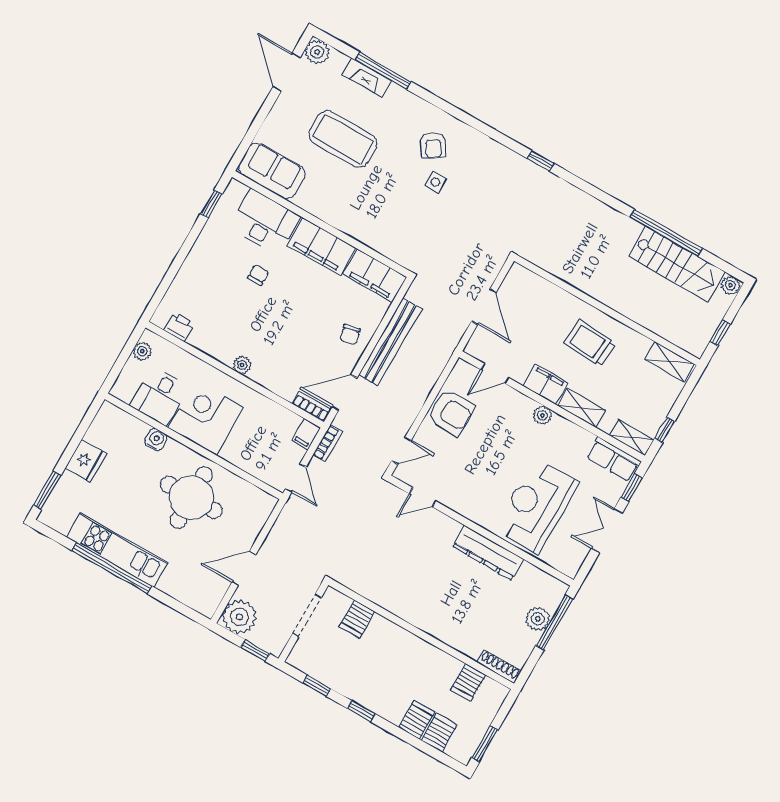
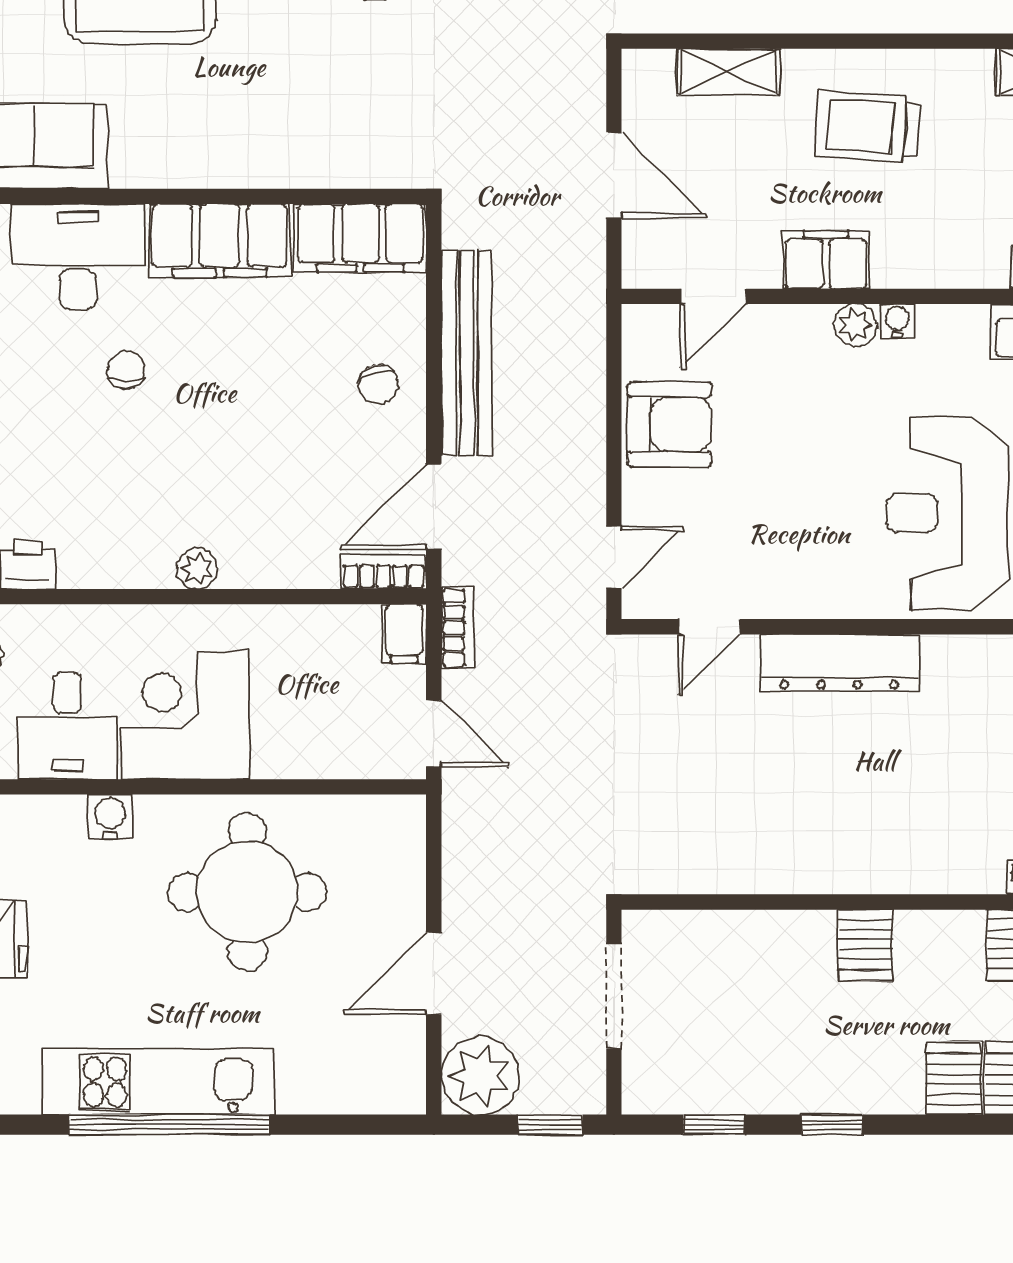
shelving: (581, 408) -> (728, 72), moved
water cooler: (559, 423) -> (897, 321), added
dresser: (488, 553) -> (839, 663), moved
server rack: (357, 619) -> (865, 945), moved

